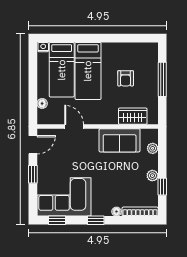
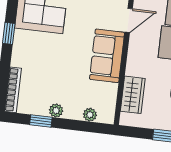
sofa: (120, 140) -> (107, 56), moved
floor lamp: (116, 212) -> (17, 60), removed

